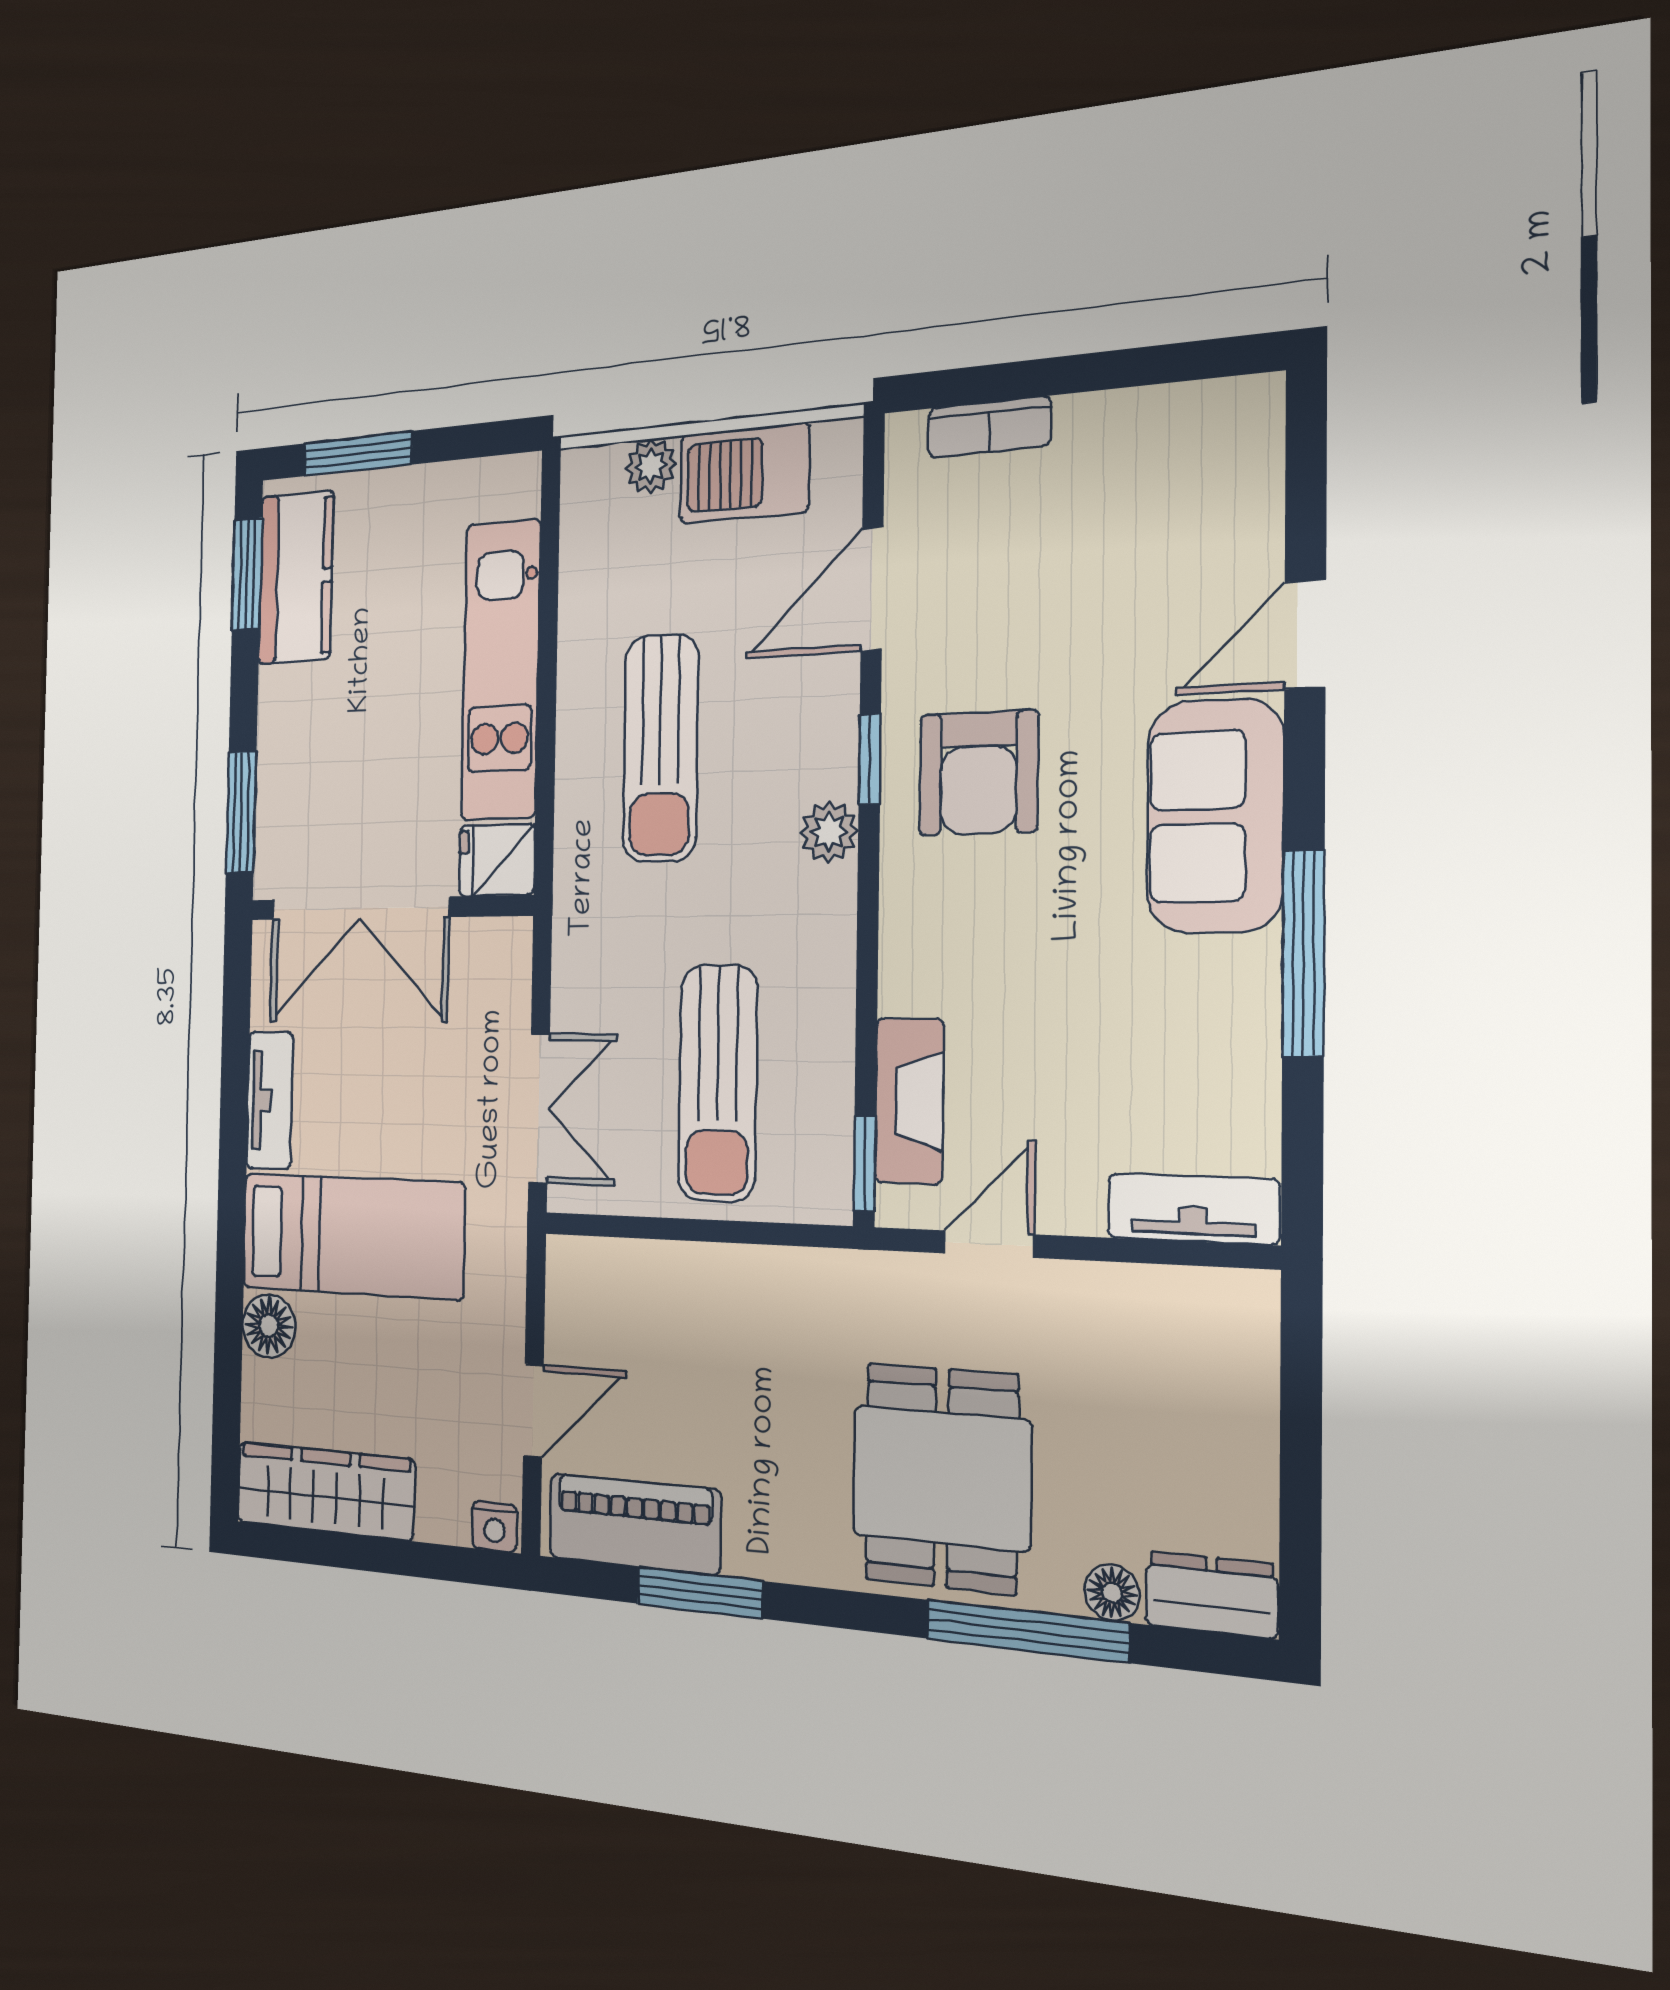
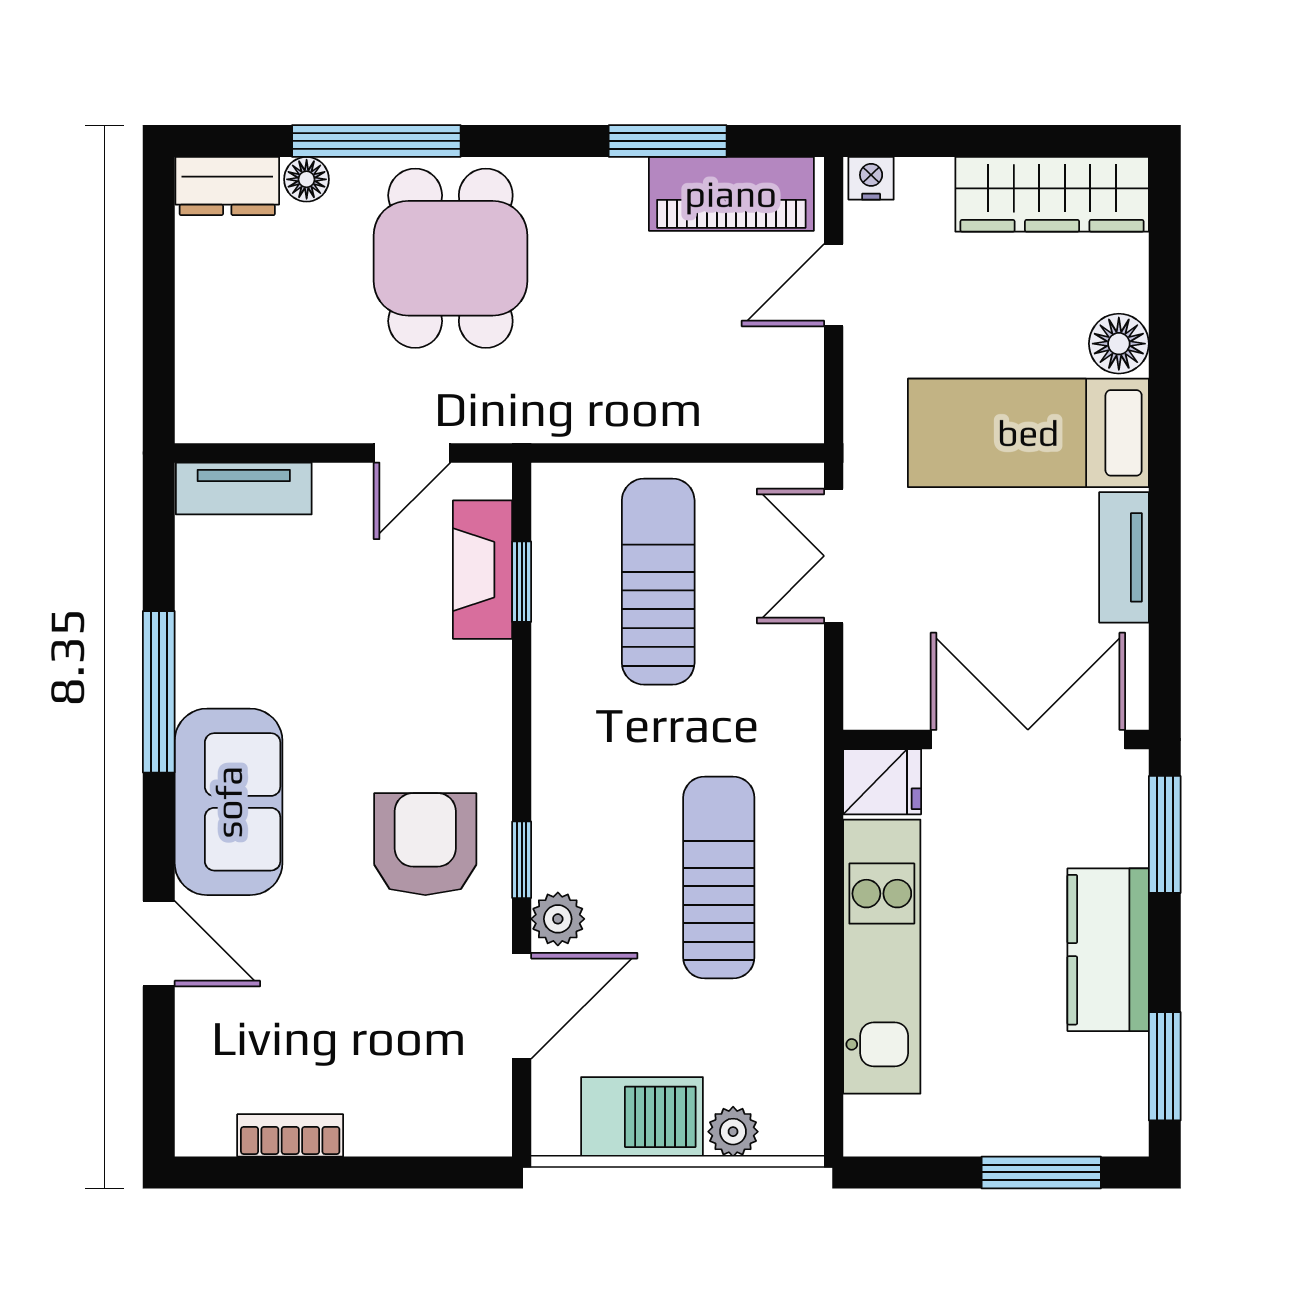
bookcase: (989, 427) -> (290, 1135), moved
kitchen counter: (296, 577) -> (1108, 950), moved
door: (1305, 634) -> (159, 944), hinge flipped
plant: (829, 832) -> (558, 919), moved
window: (864, 1163) -> (522, 582), moved

